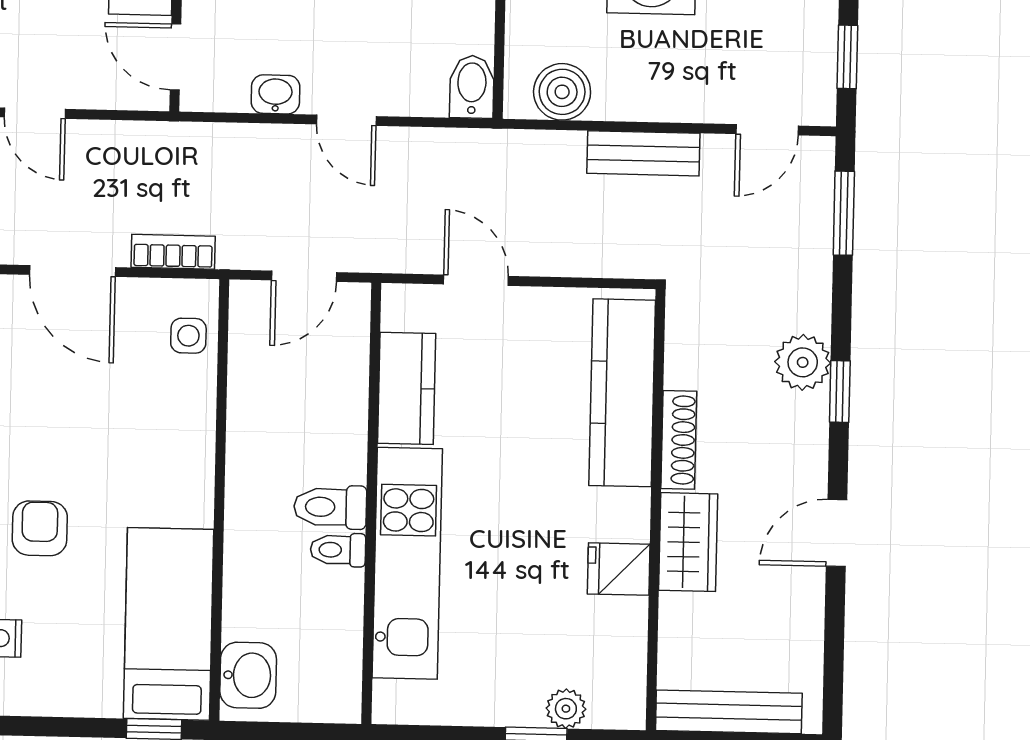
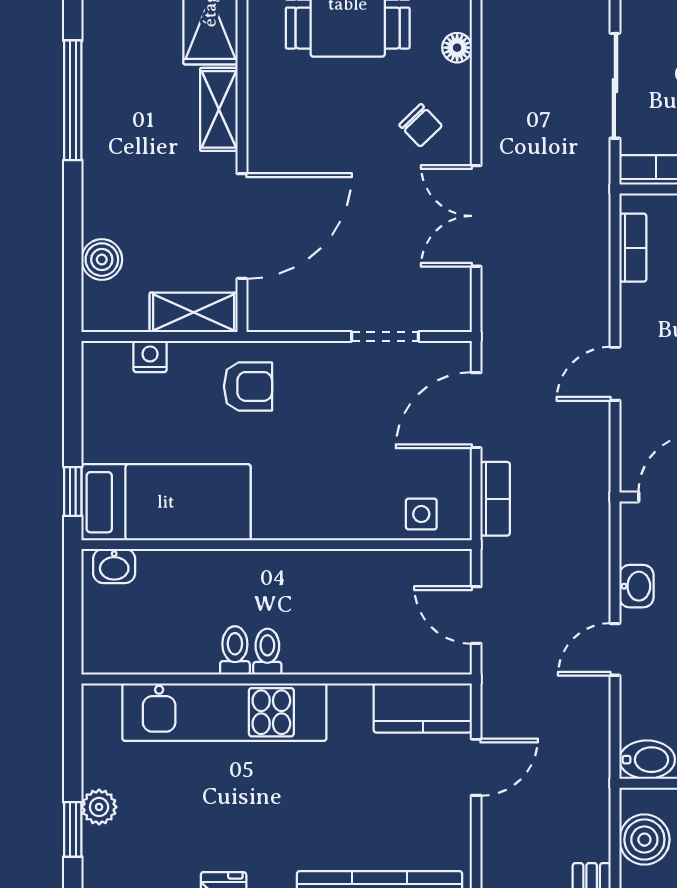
kitchen counter: (407, 388) -> (423, 708), moved
toilet: (330, 507) -> (267, 652), width x0.73, depth x0.72
washbasin: (248, 675) -> (114, 566), width x0.72, depth x0.69
plant: (566, 709) -> (99, 807), moved

